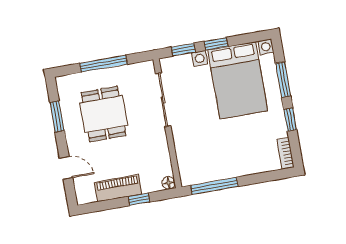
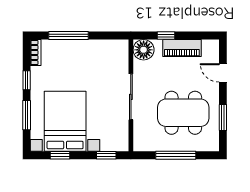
window: (216, 44) -> (60, 155), moved
sliding door: (163, 100) -> (131, 97), moved
dining table: (104, 114) -> (183, 113), width x1.38
floor lamp: (169, 183) -> (144, 50), width x1.89, depth x1.89
window: (214, 186) -> (68, 36), moved

